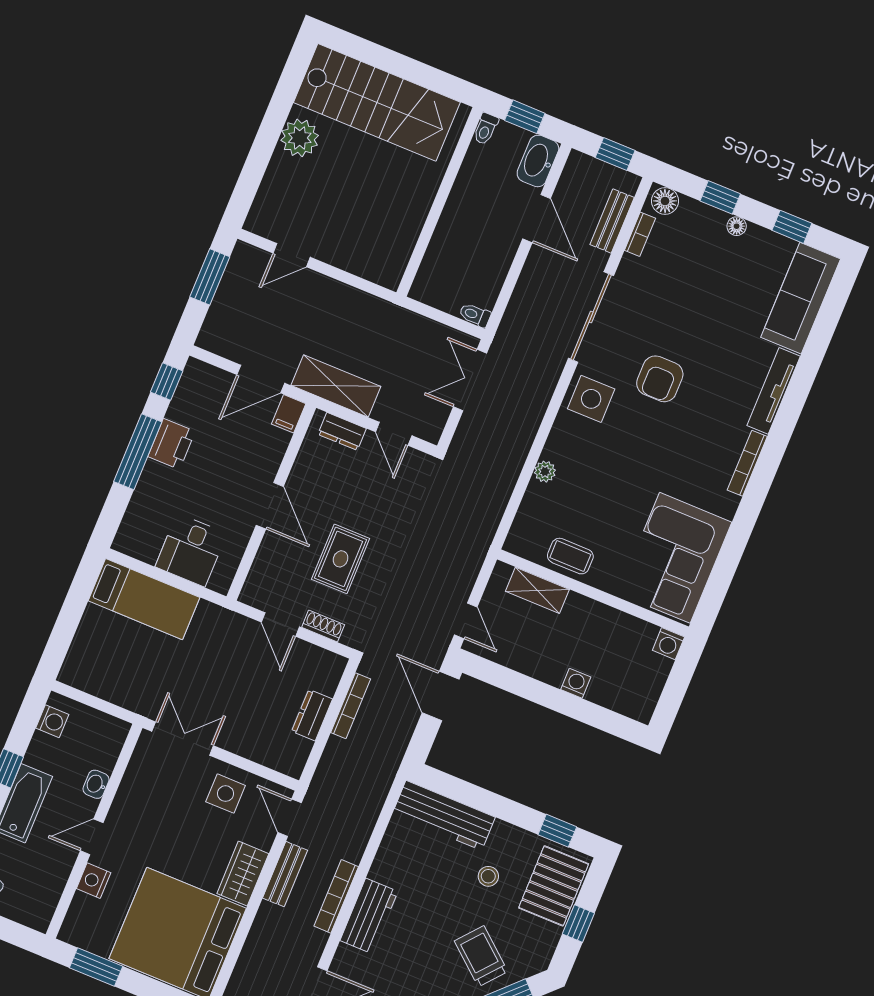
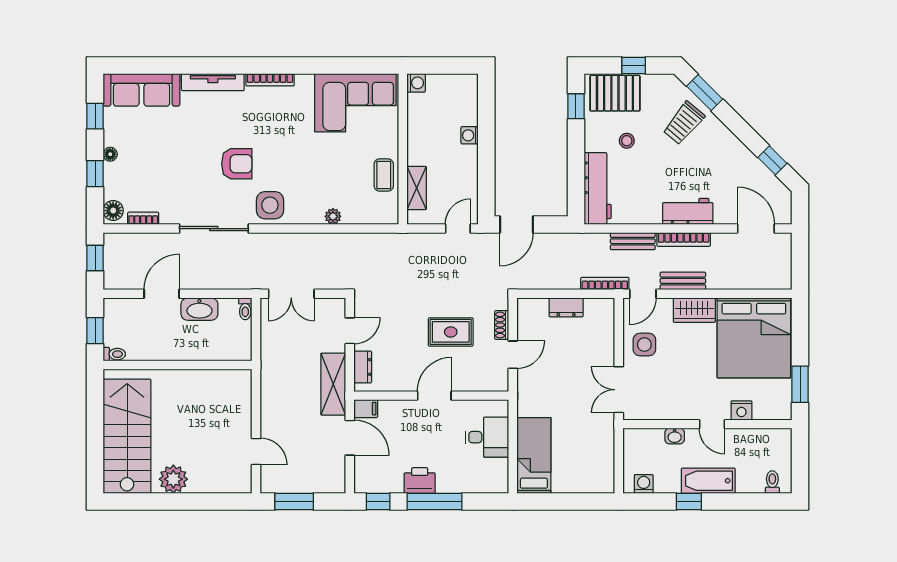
washbasin: (538, 161) -> (199, 309), moved
bench: (612, 221) -> (633, 241), moved
bookcase: (351, 706) -> (605, 283), moved

